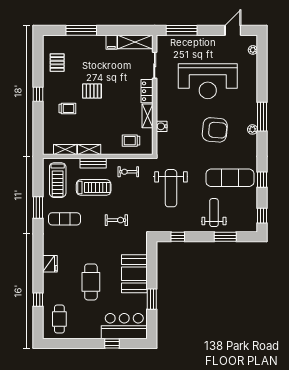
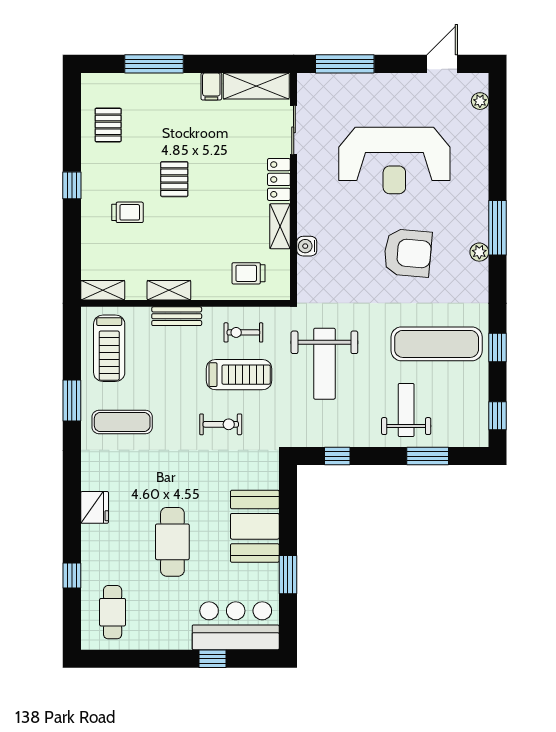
pallet: (92, 91) -> (174, 179), turned 90
shelving: (65, 150) -> (103, 290), moved
treadmill: (94, 187) -> (239, 375), moved

